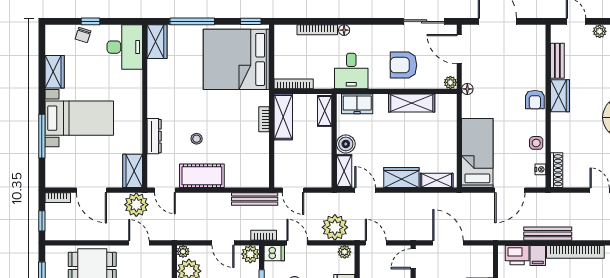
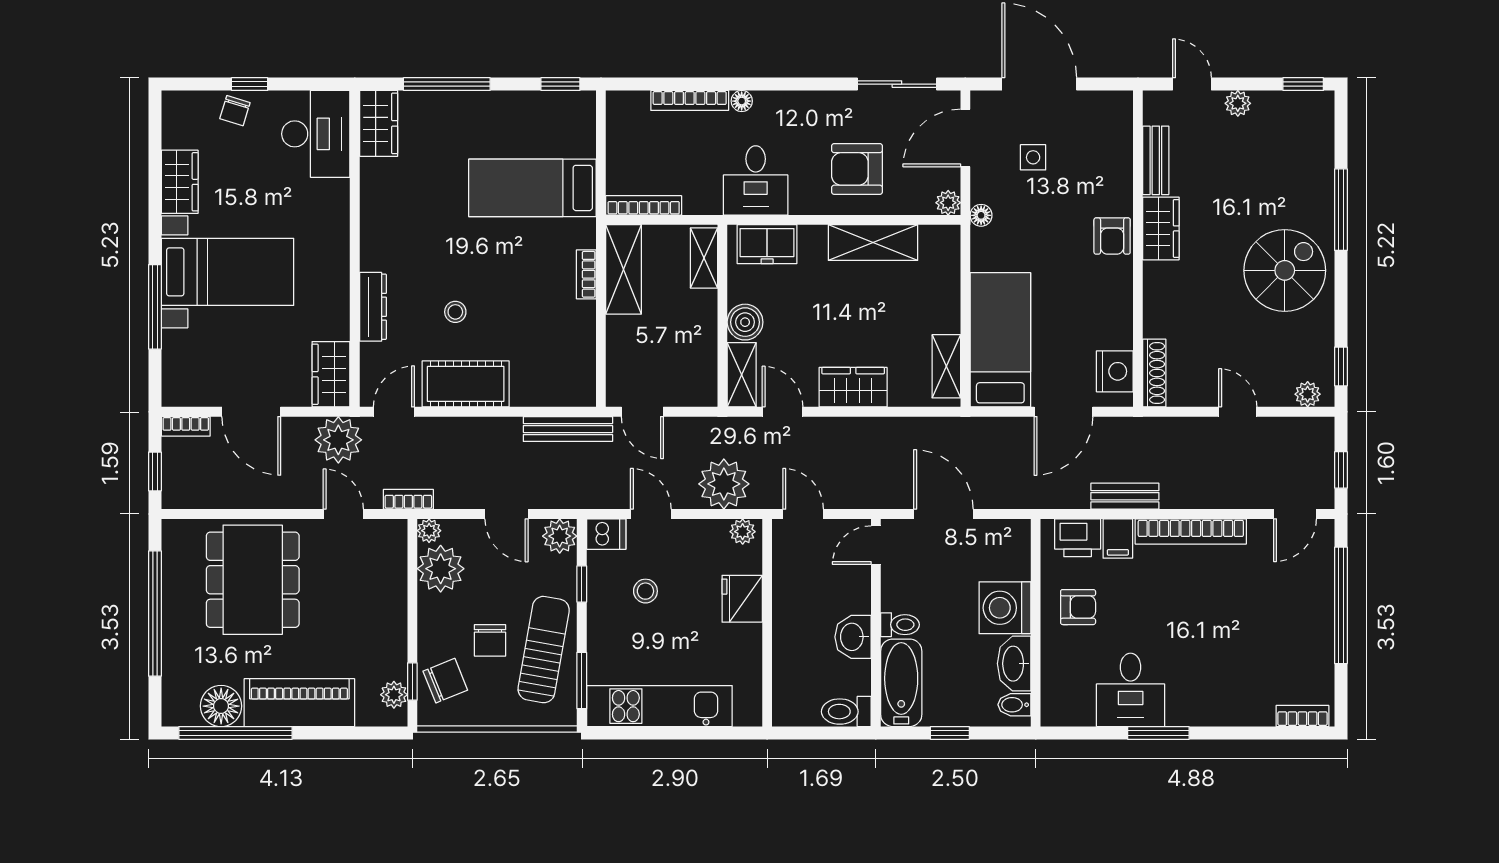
door: (459, 49) -> (965, 138), hinge flipped
bed: (236, 59) -> (532, 188), width x0.49
side table: (536, 143) -> (1033, 157), moved
nightstand: (540, 169) -> (1115, 371), width x1.89, depth x1.79
shelving: (437, 180) -> (946, 366), moved, turned 90
door: (165, 190) -> (394, 412), swing flipped
bench: (548, 234) -> (1125, 496), width x0.73
bookcase: (264, 235) -> (408, 499), moved

